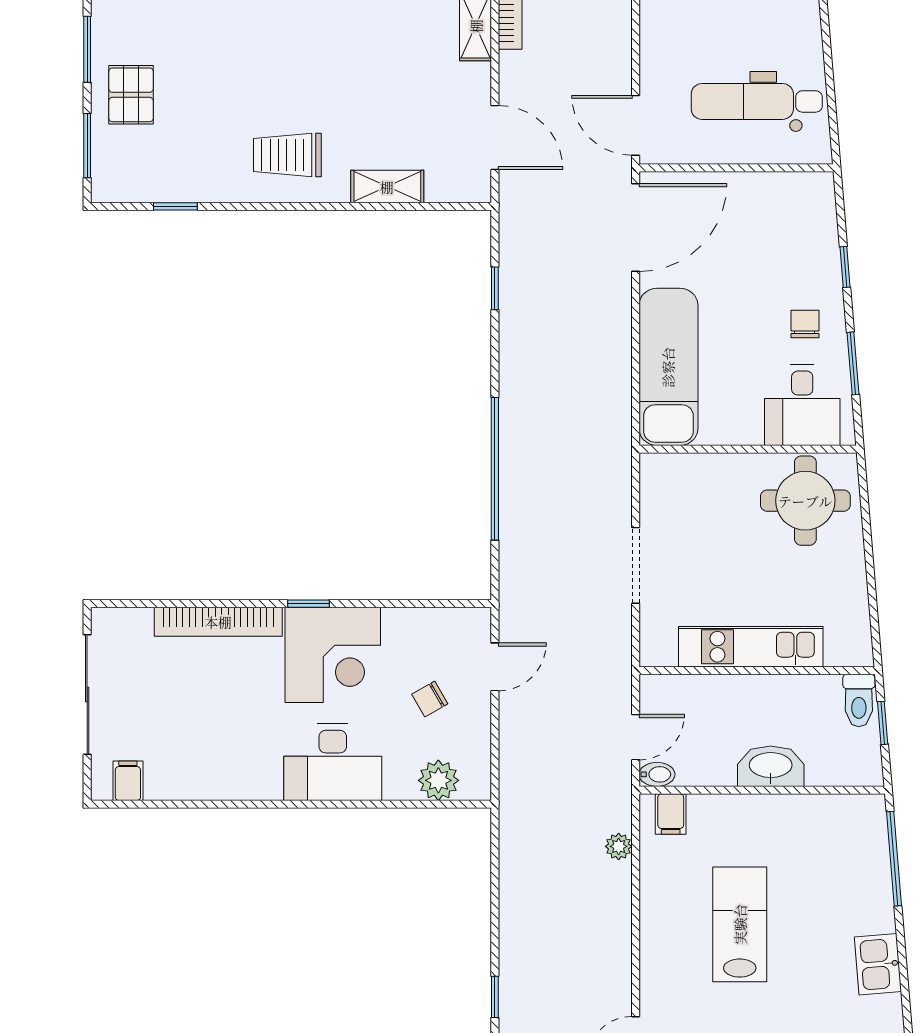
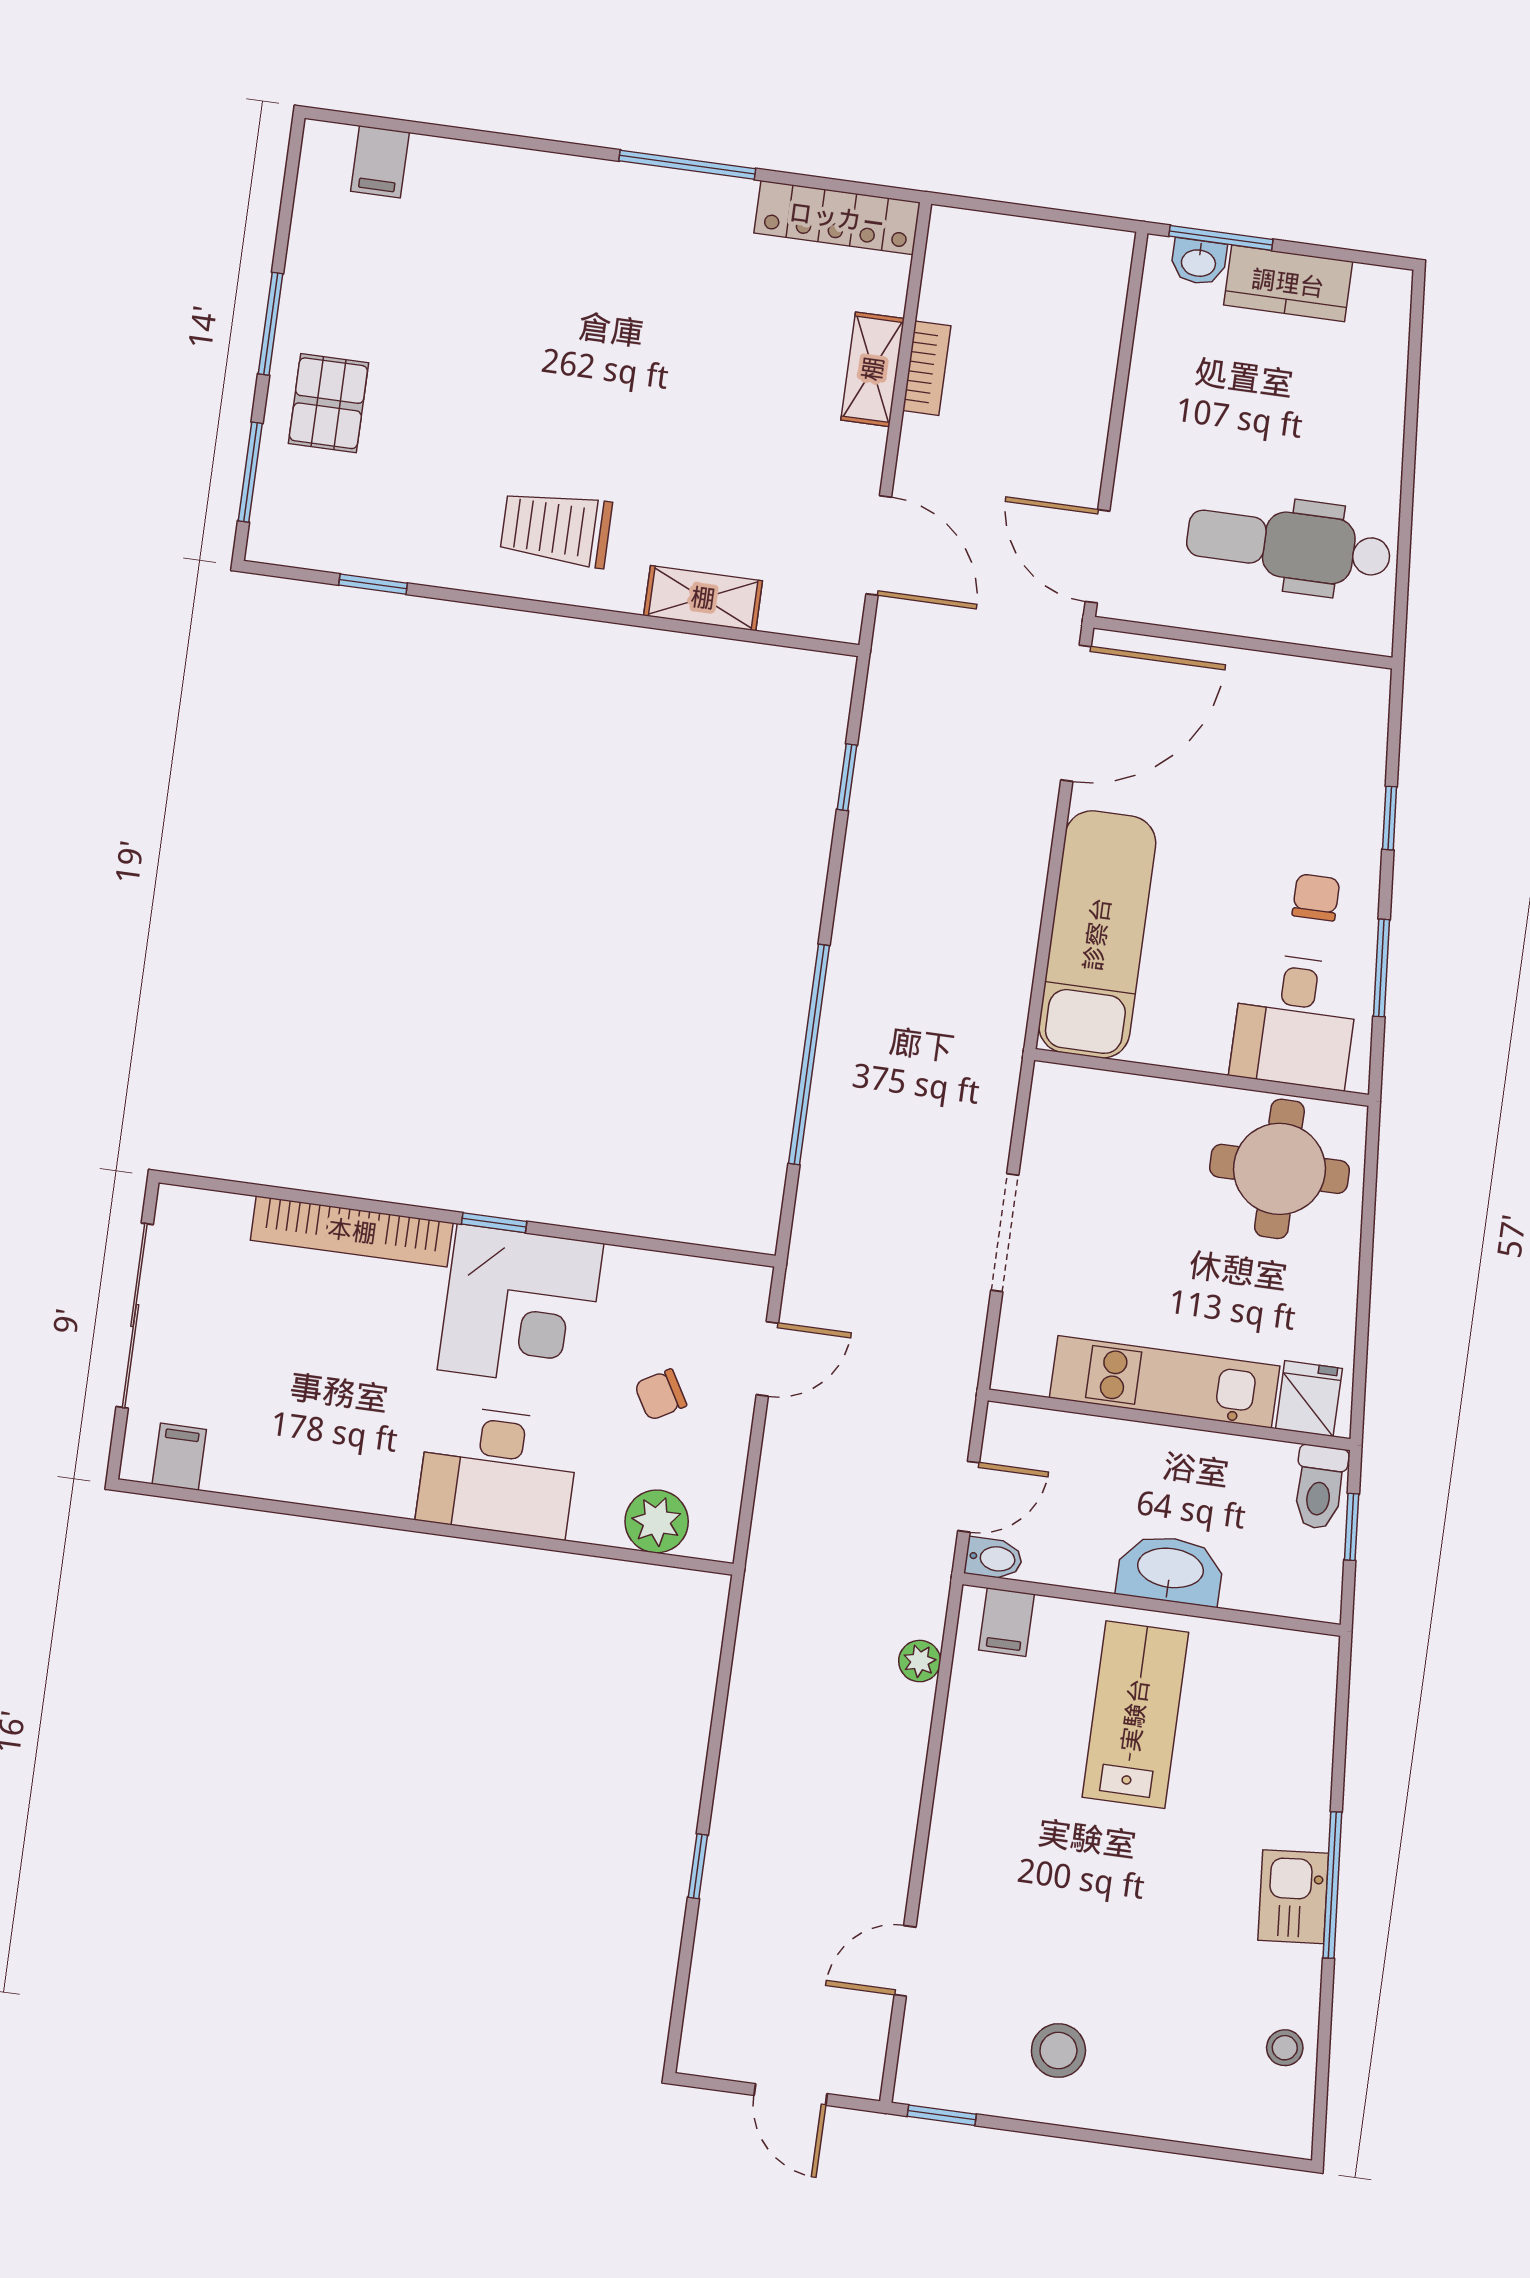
fridge: (844, 645) -> (1309, 1399), added
window: (894, 859) -> (1332, 1885), moved
lab bench: (740, 924) -> (1135, 1715), moved

